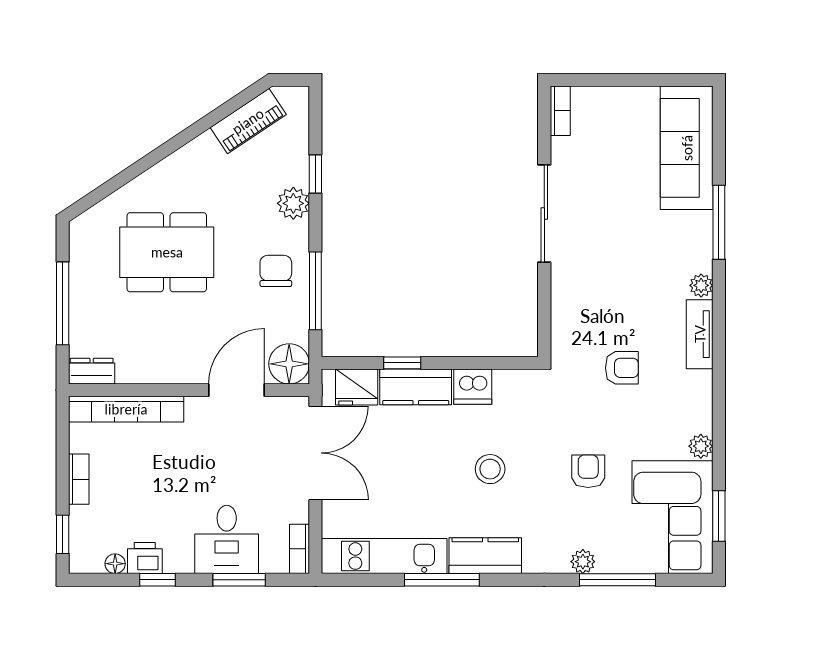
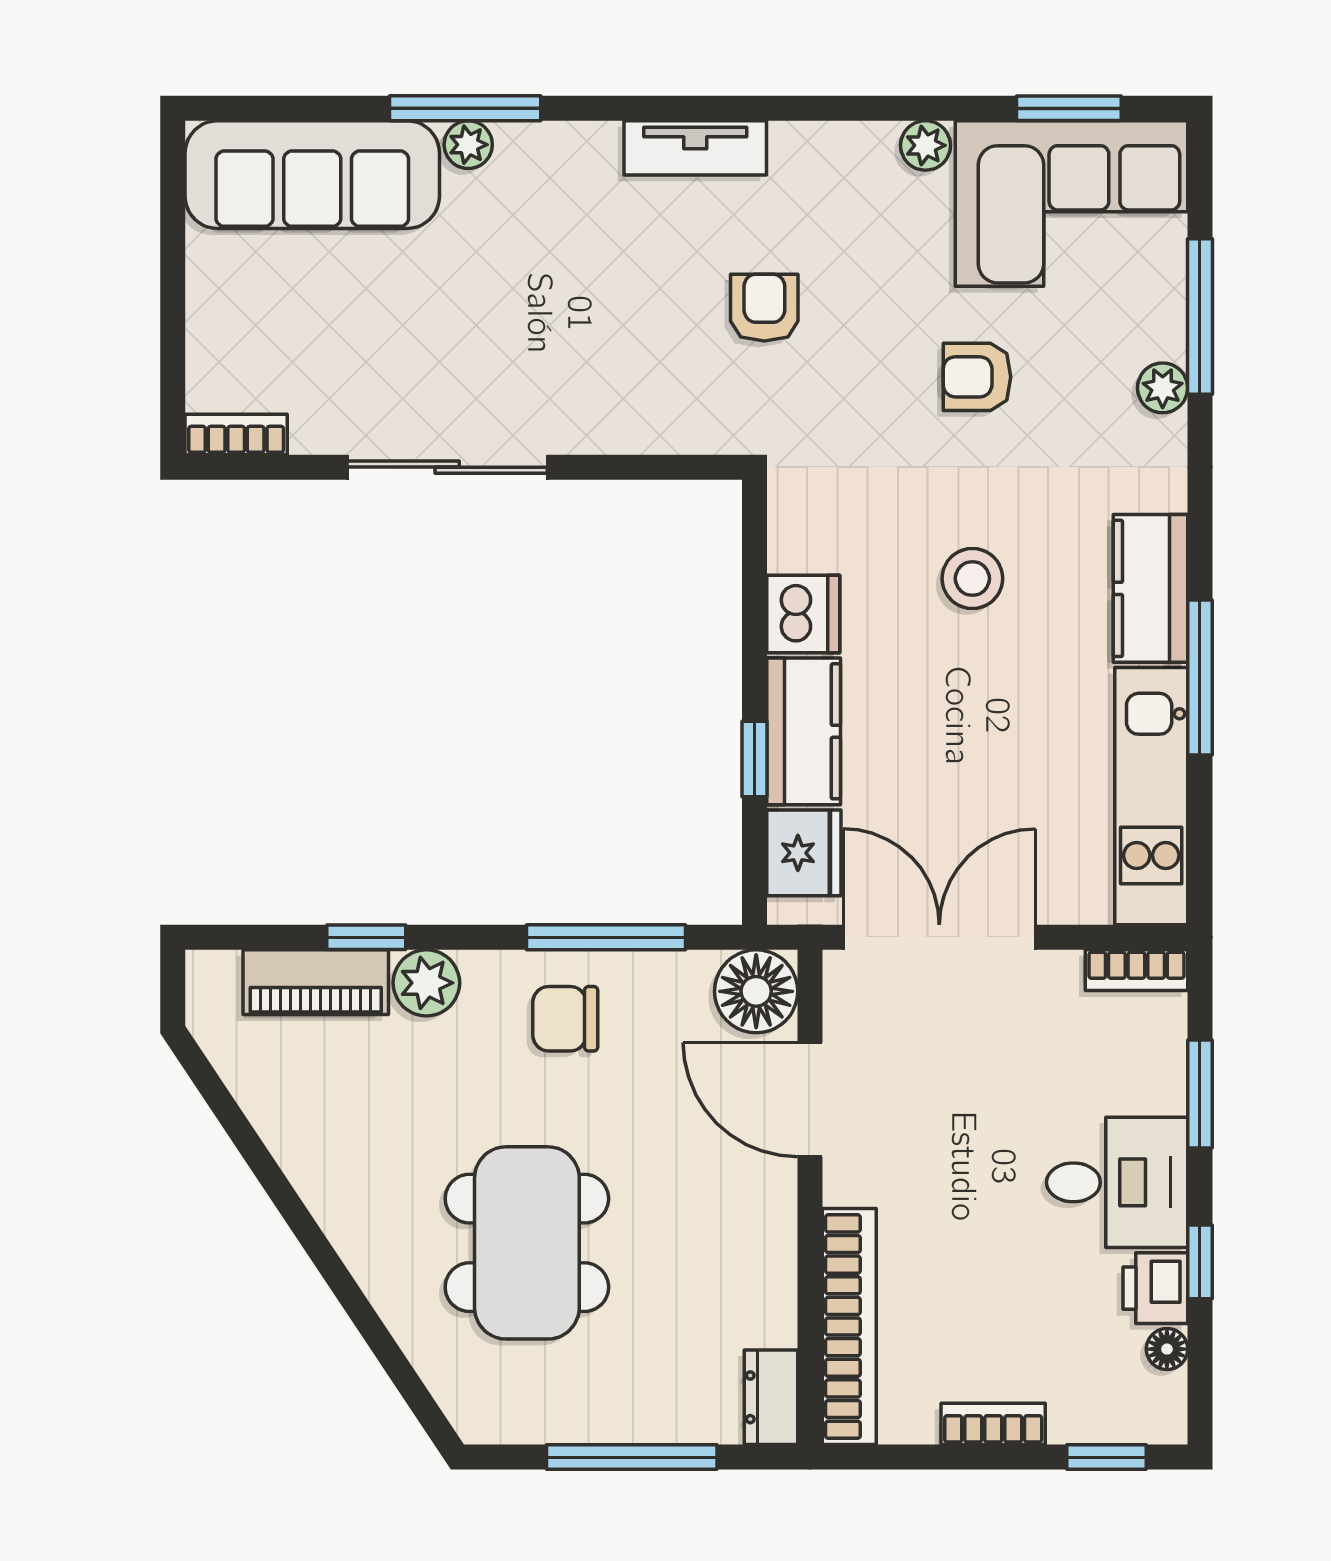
piano: (248, 121) -> (316, 982), moved, turned 124
plant: (701, 285) -> (468, 145), moved
desk: (227, 539) -> (1117, 1182), moved

